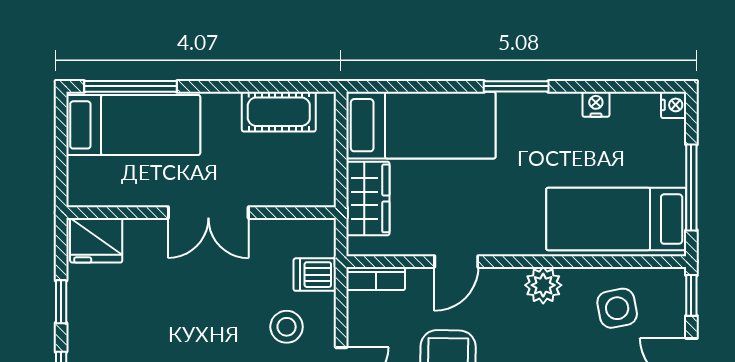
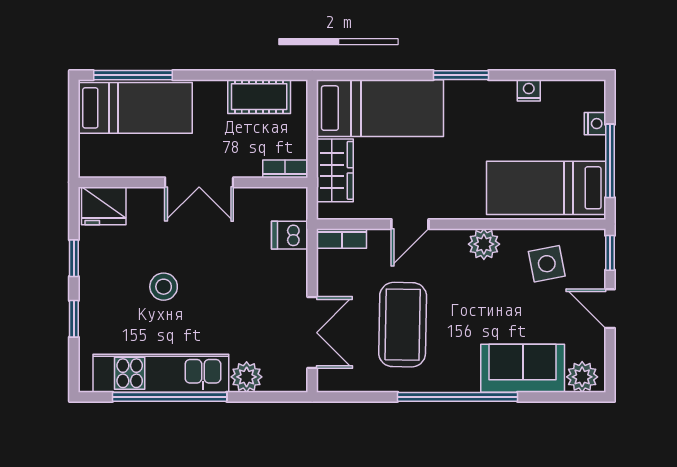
nightstand: (674, 105) -> (595, 124), moved
bookcase: (310, 197) -> (285, 169), added
stool: (287, 327) -> (164, 287), moved

